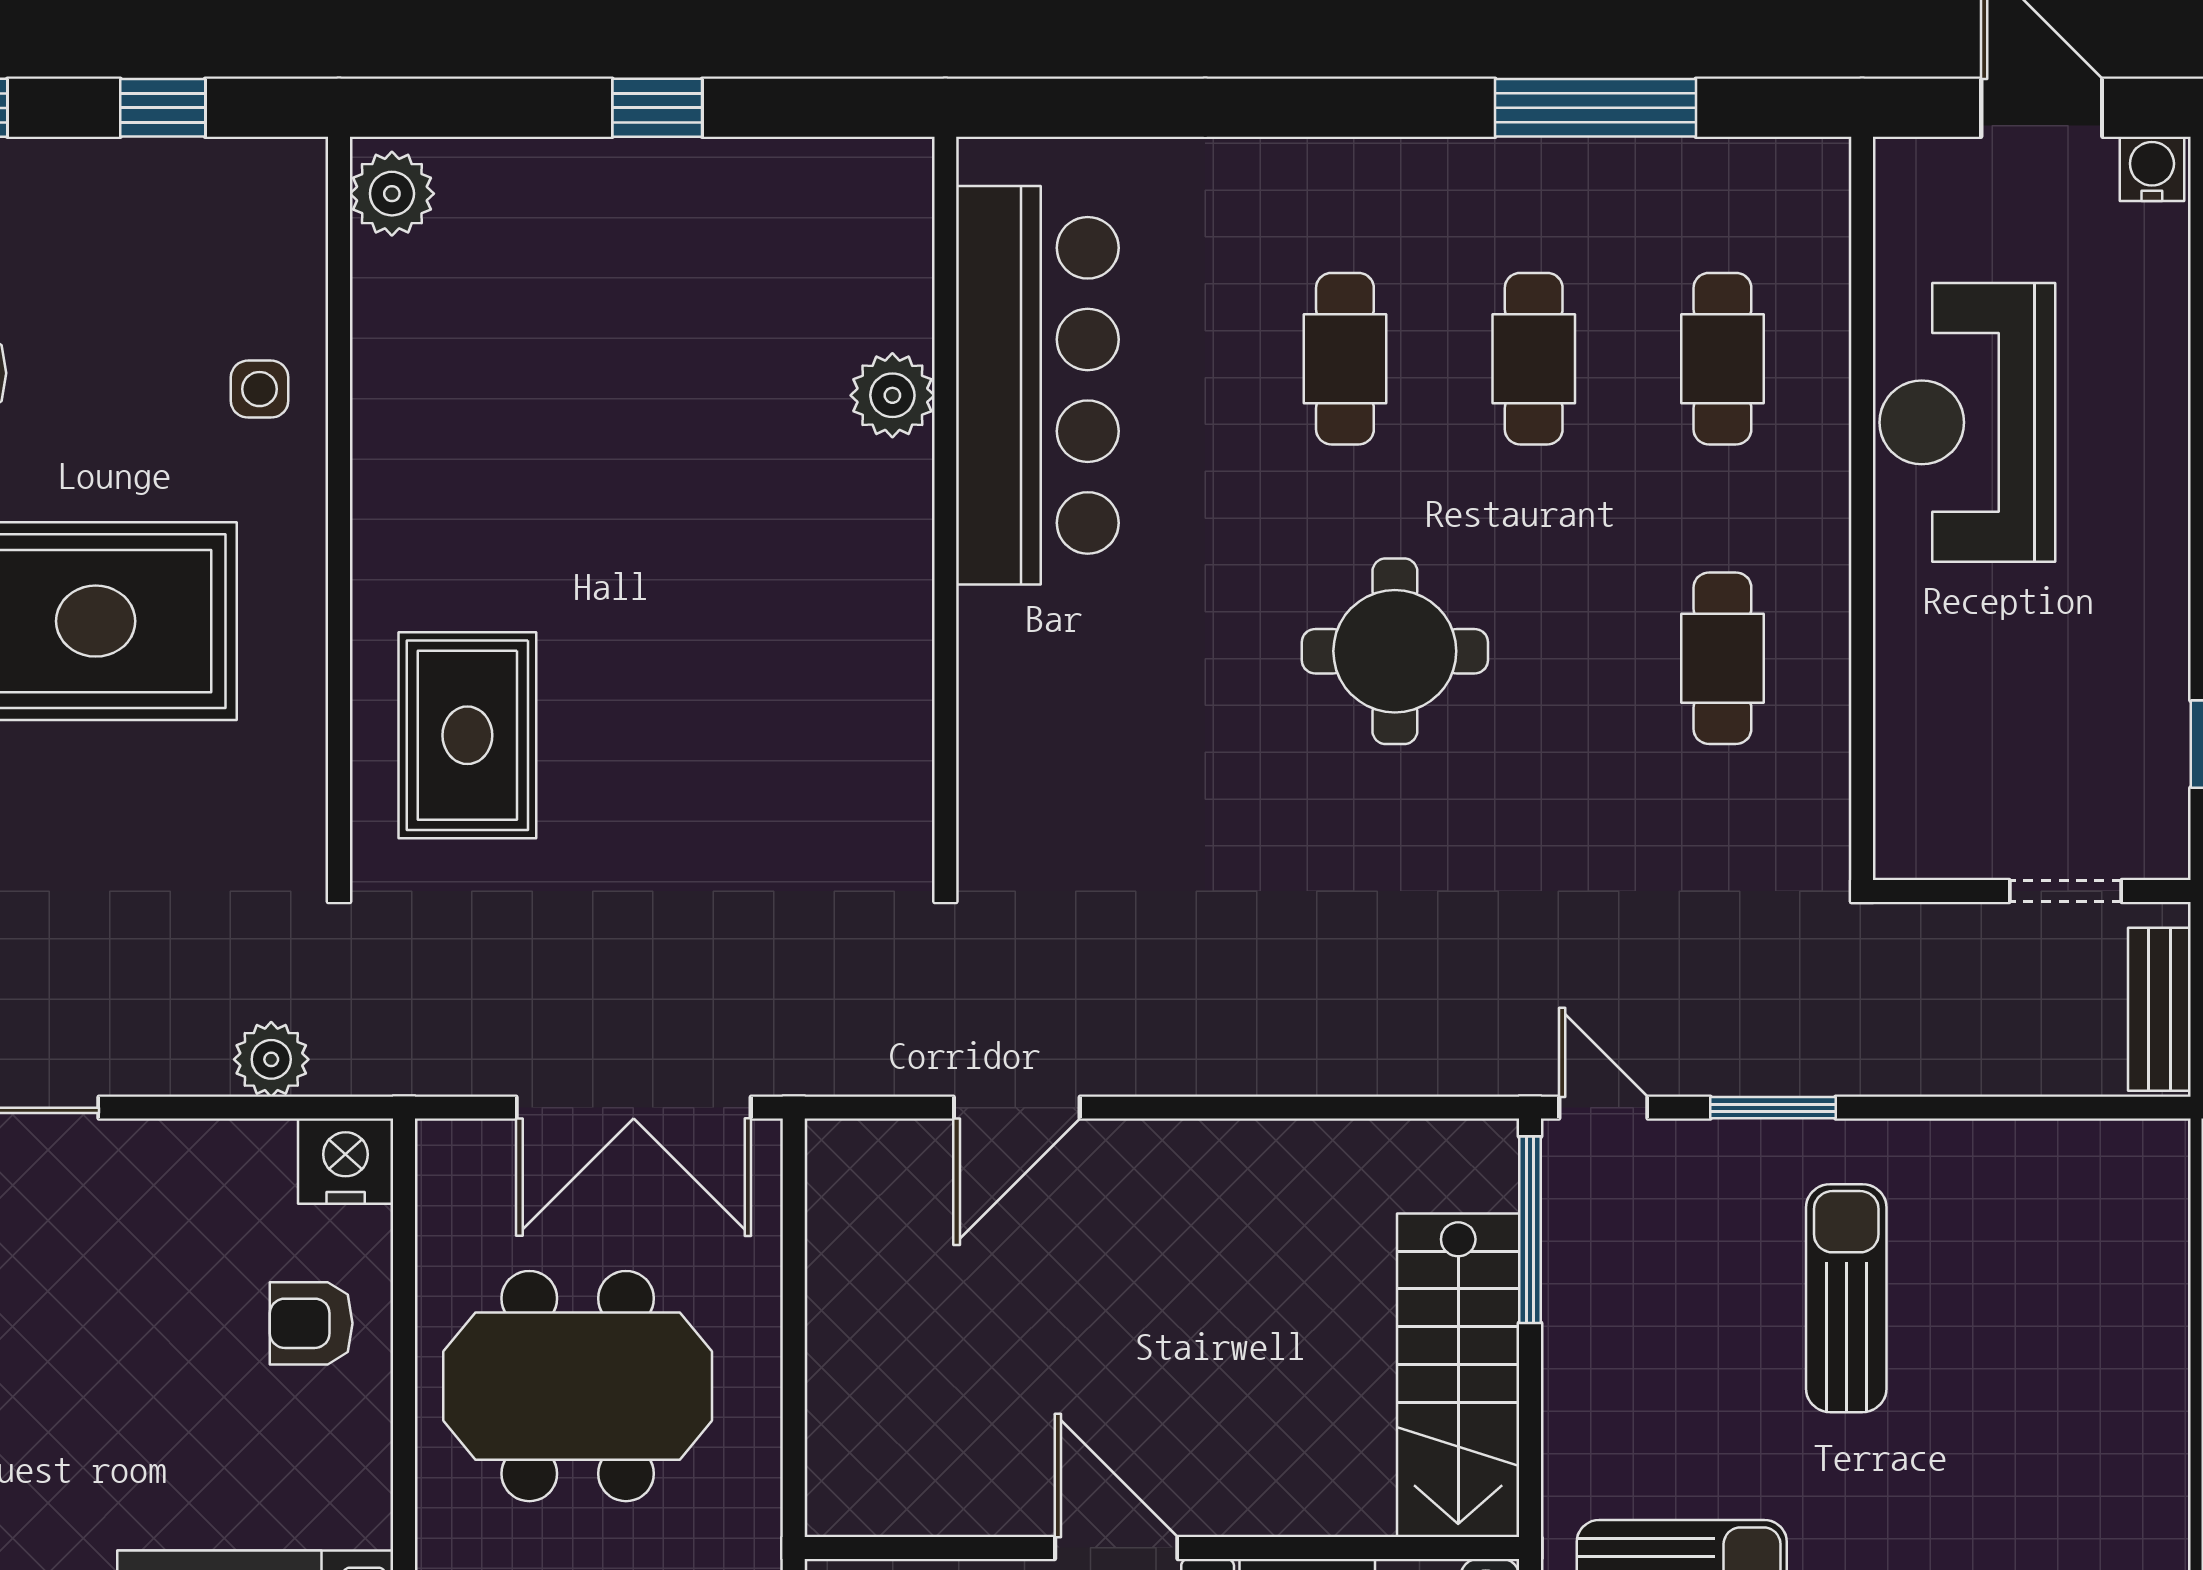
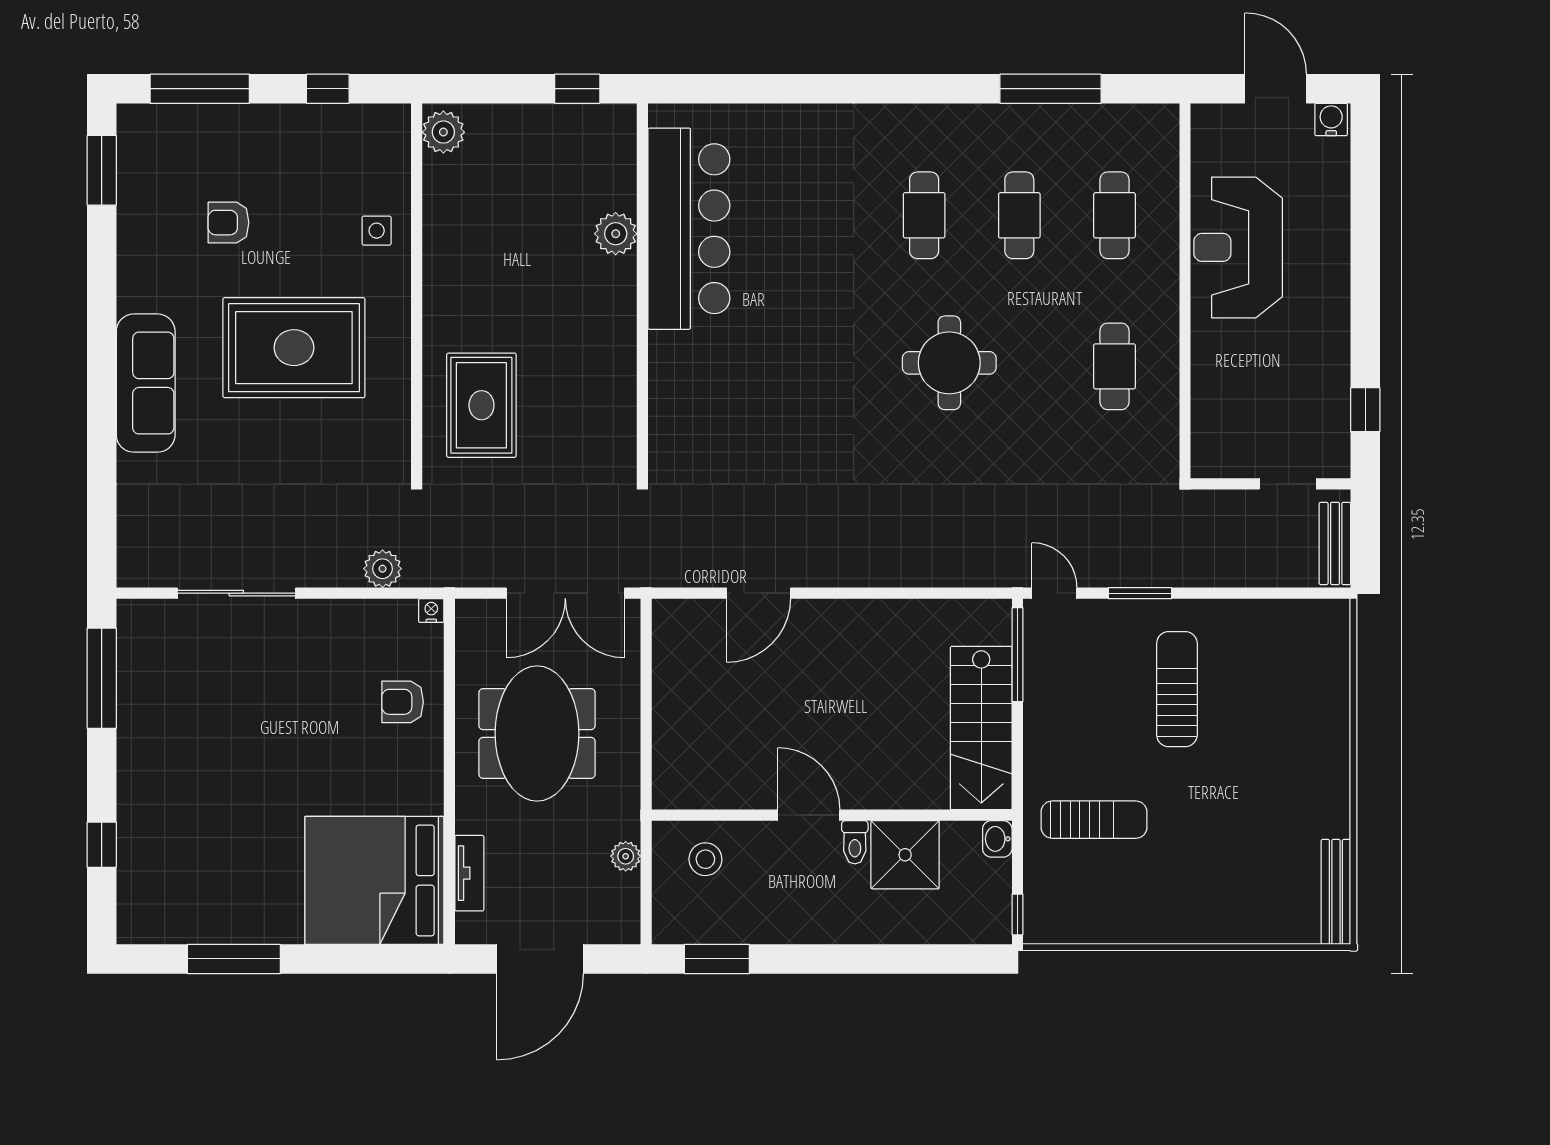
bar counter: (1037, 385) -> (689, 229), moved
plant: (892, 395) -> (616, 234), moved
wall: (945, 508) -> (642, 291), moved
nightstand: (346, 1161) -> (431, 610), width x0.53, depth x0.56
meeting table: (578, 1386) -> (537, 733), turned 90

